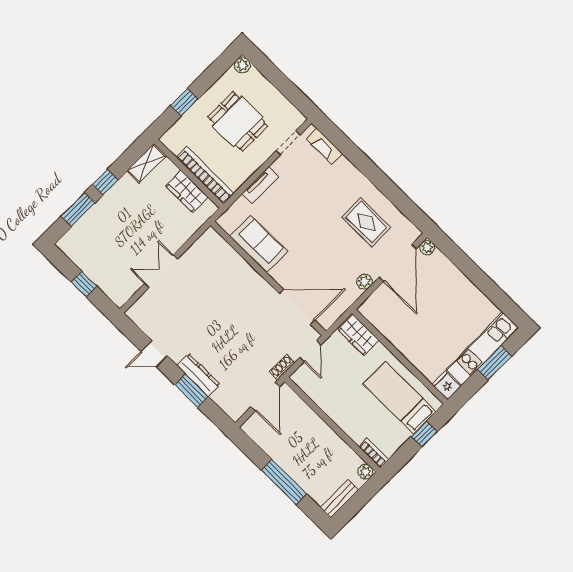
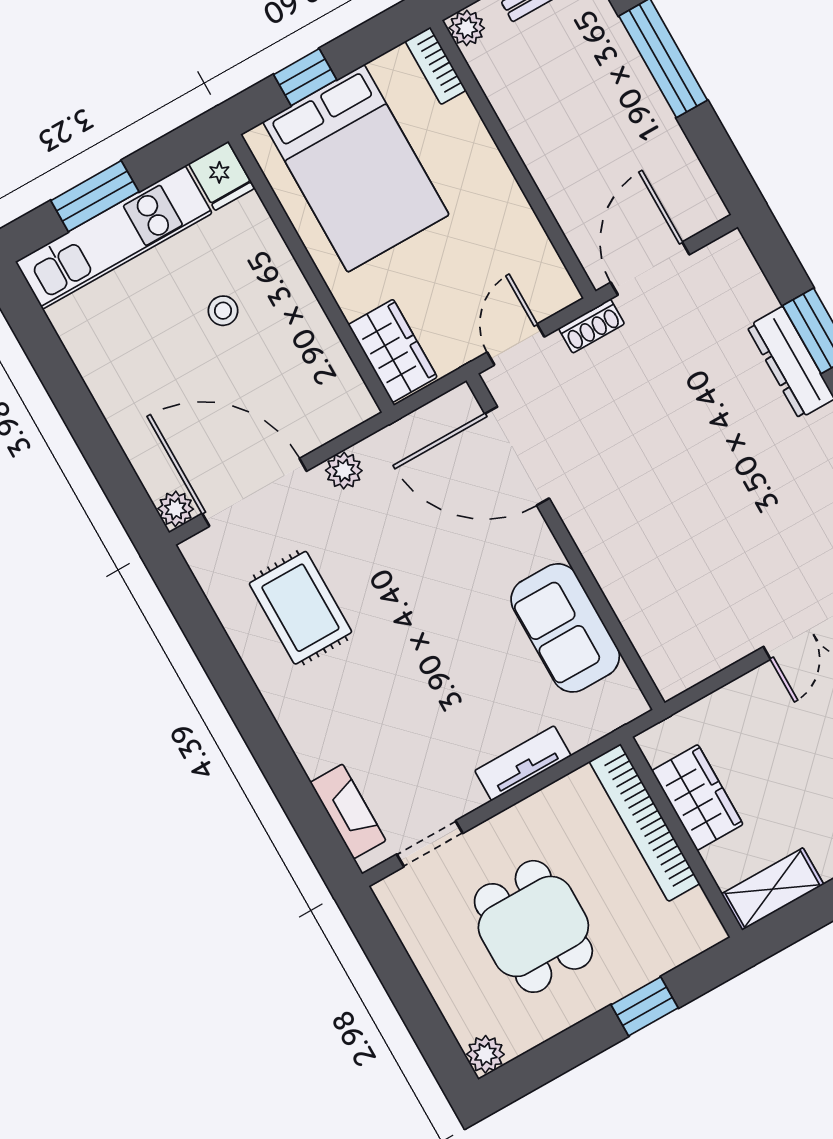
door: (398, 263) -> (254, 492), hinge flipped
stool: (431, 332) -> (223, 311), added
bed: (399, 398) -> (356, 168), width x1.50

